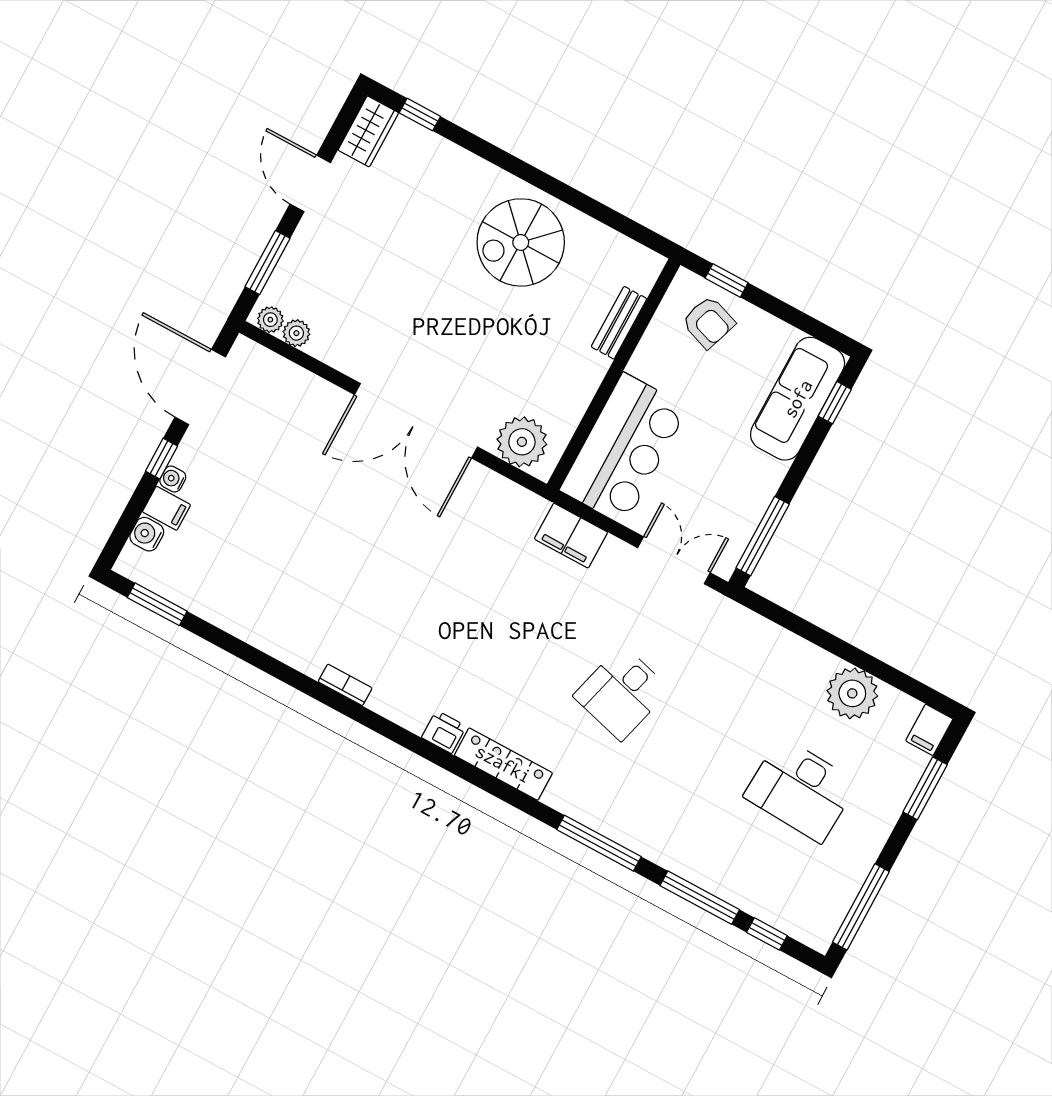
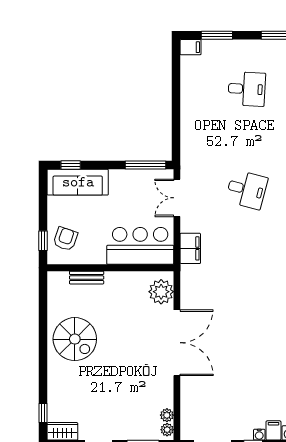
plant: (852, 693) -> (193, 89), removed
desk: (801, 790) -> (247, 89), width x0.73

